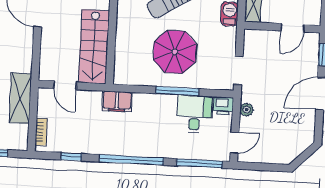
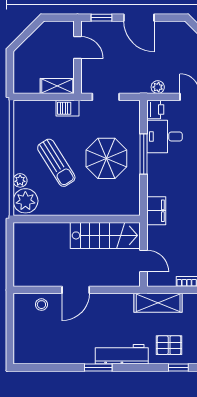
doorway: (238, 70) -> (106, 97), moved
door: (65, 85) -> (144, 261), hinge flipped

